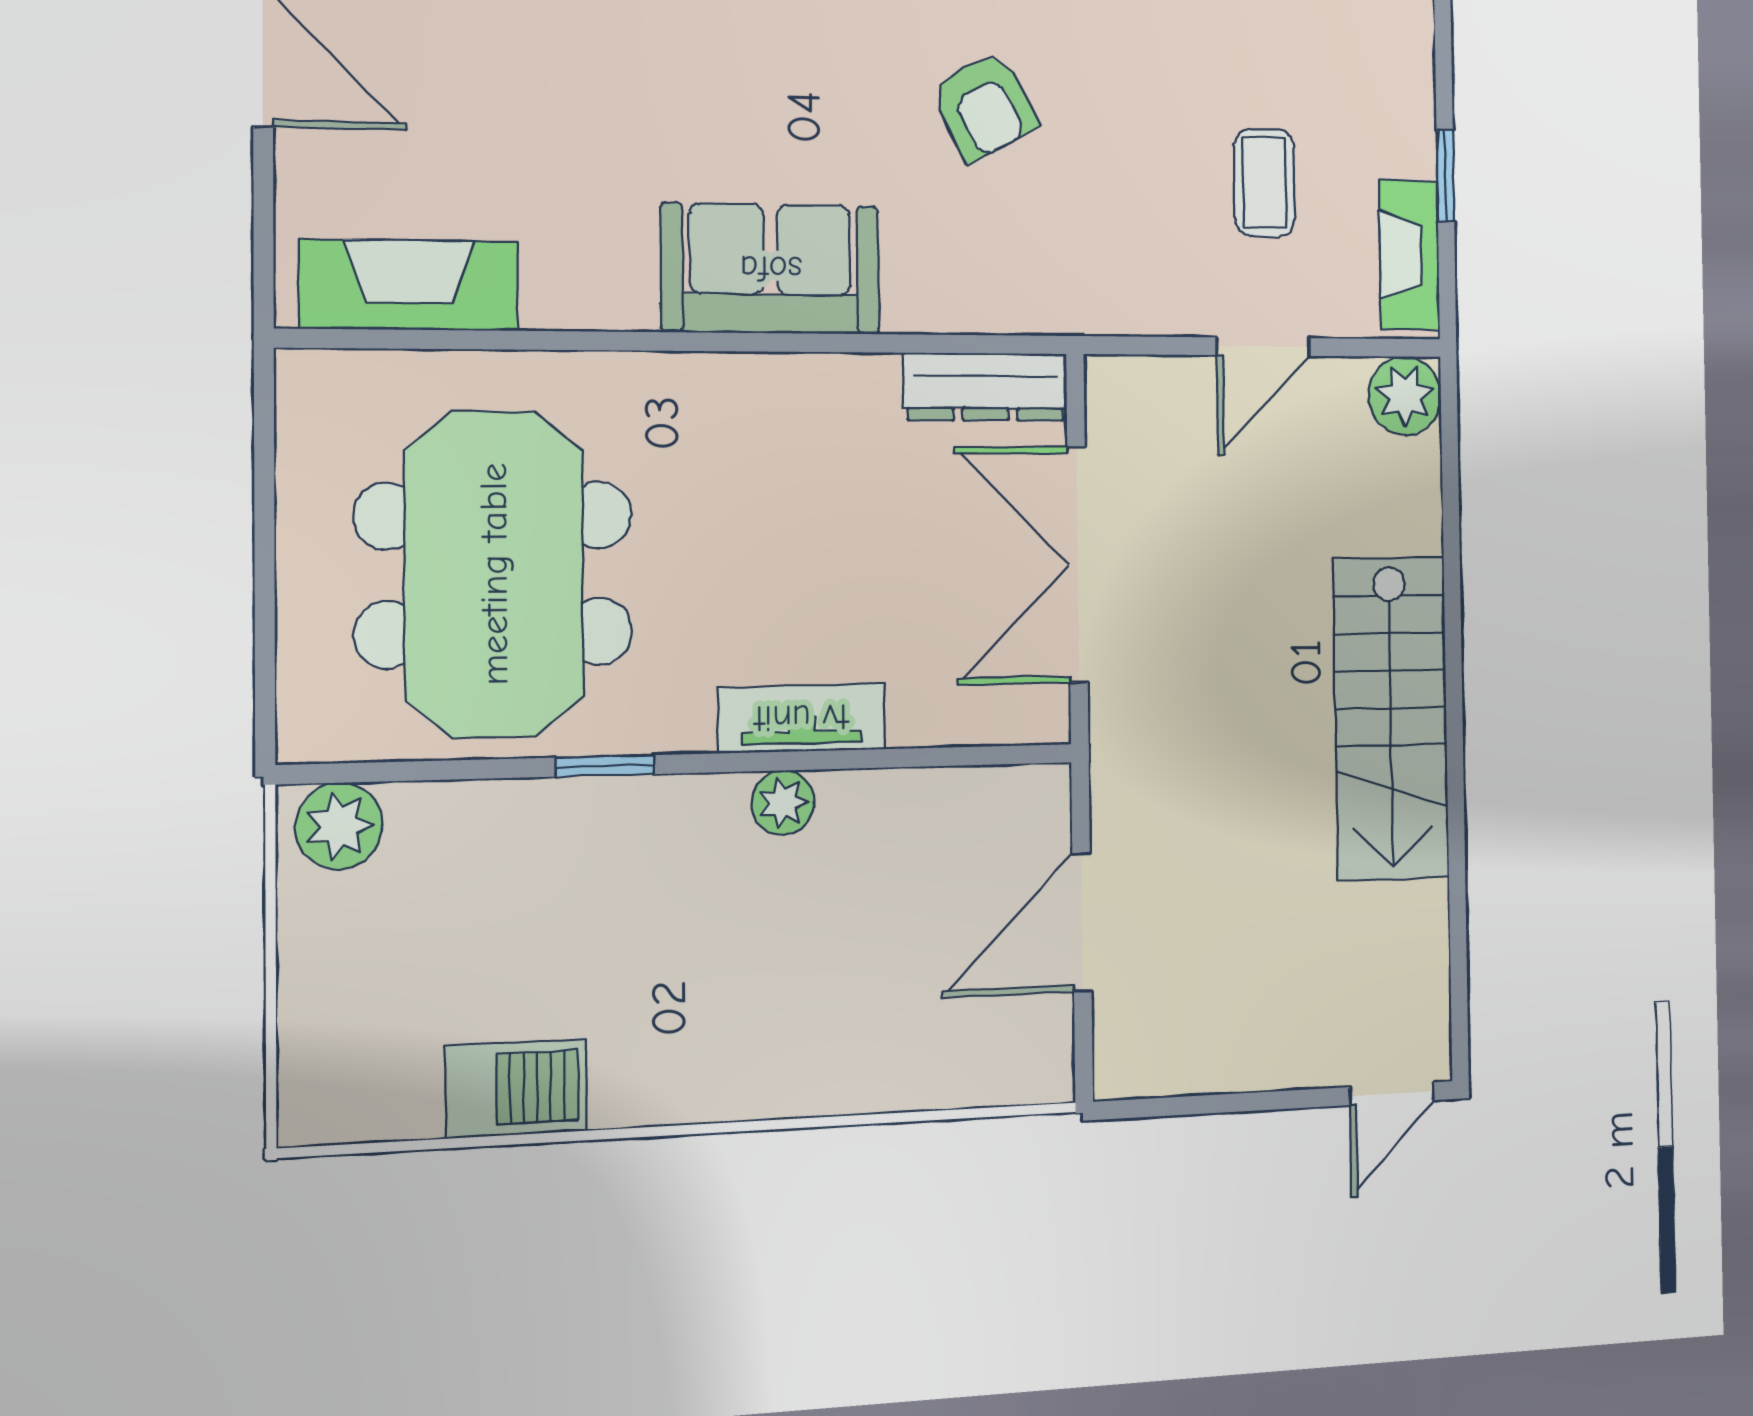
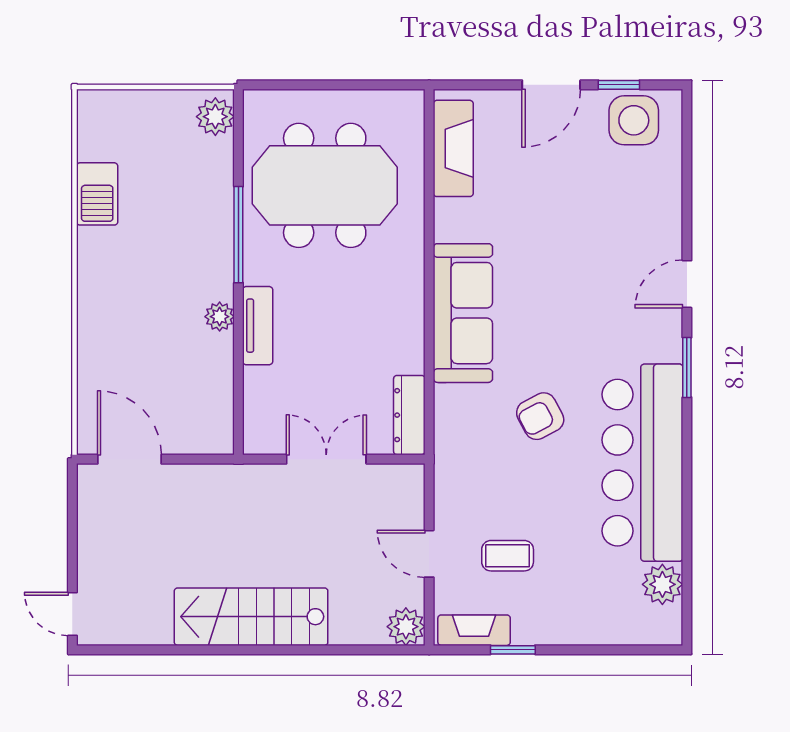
sofa: (771, 269) -> (463, 313), width x1.36
double door: (1077, 565) -> (326, 459), width x0.73
window: (605, 766) -> (238, 235), width x2.17
door: (1082, 922) -> (129, 459), moved

